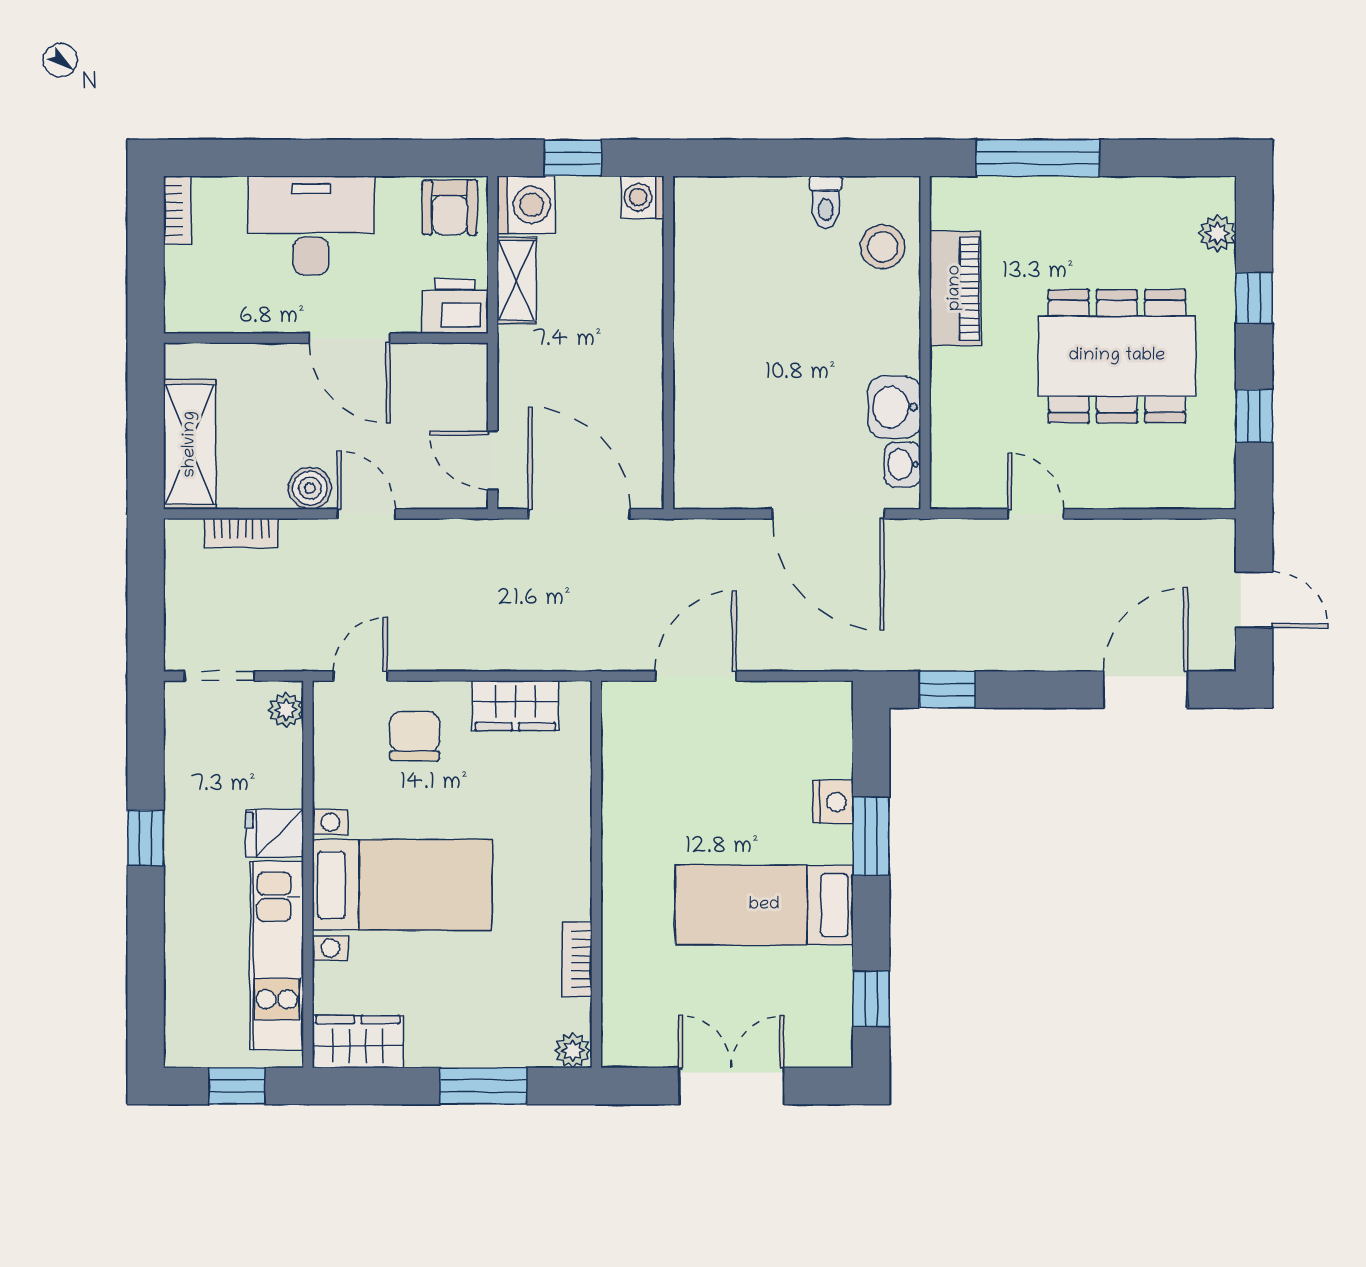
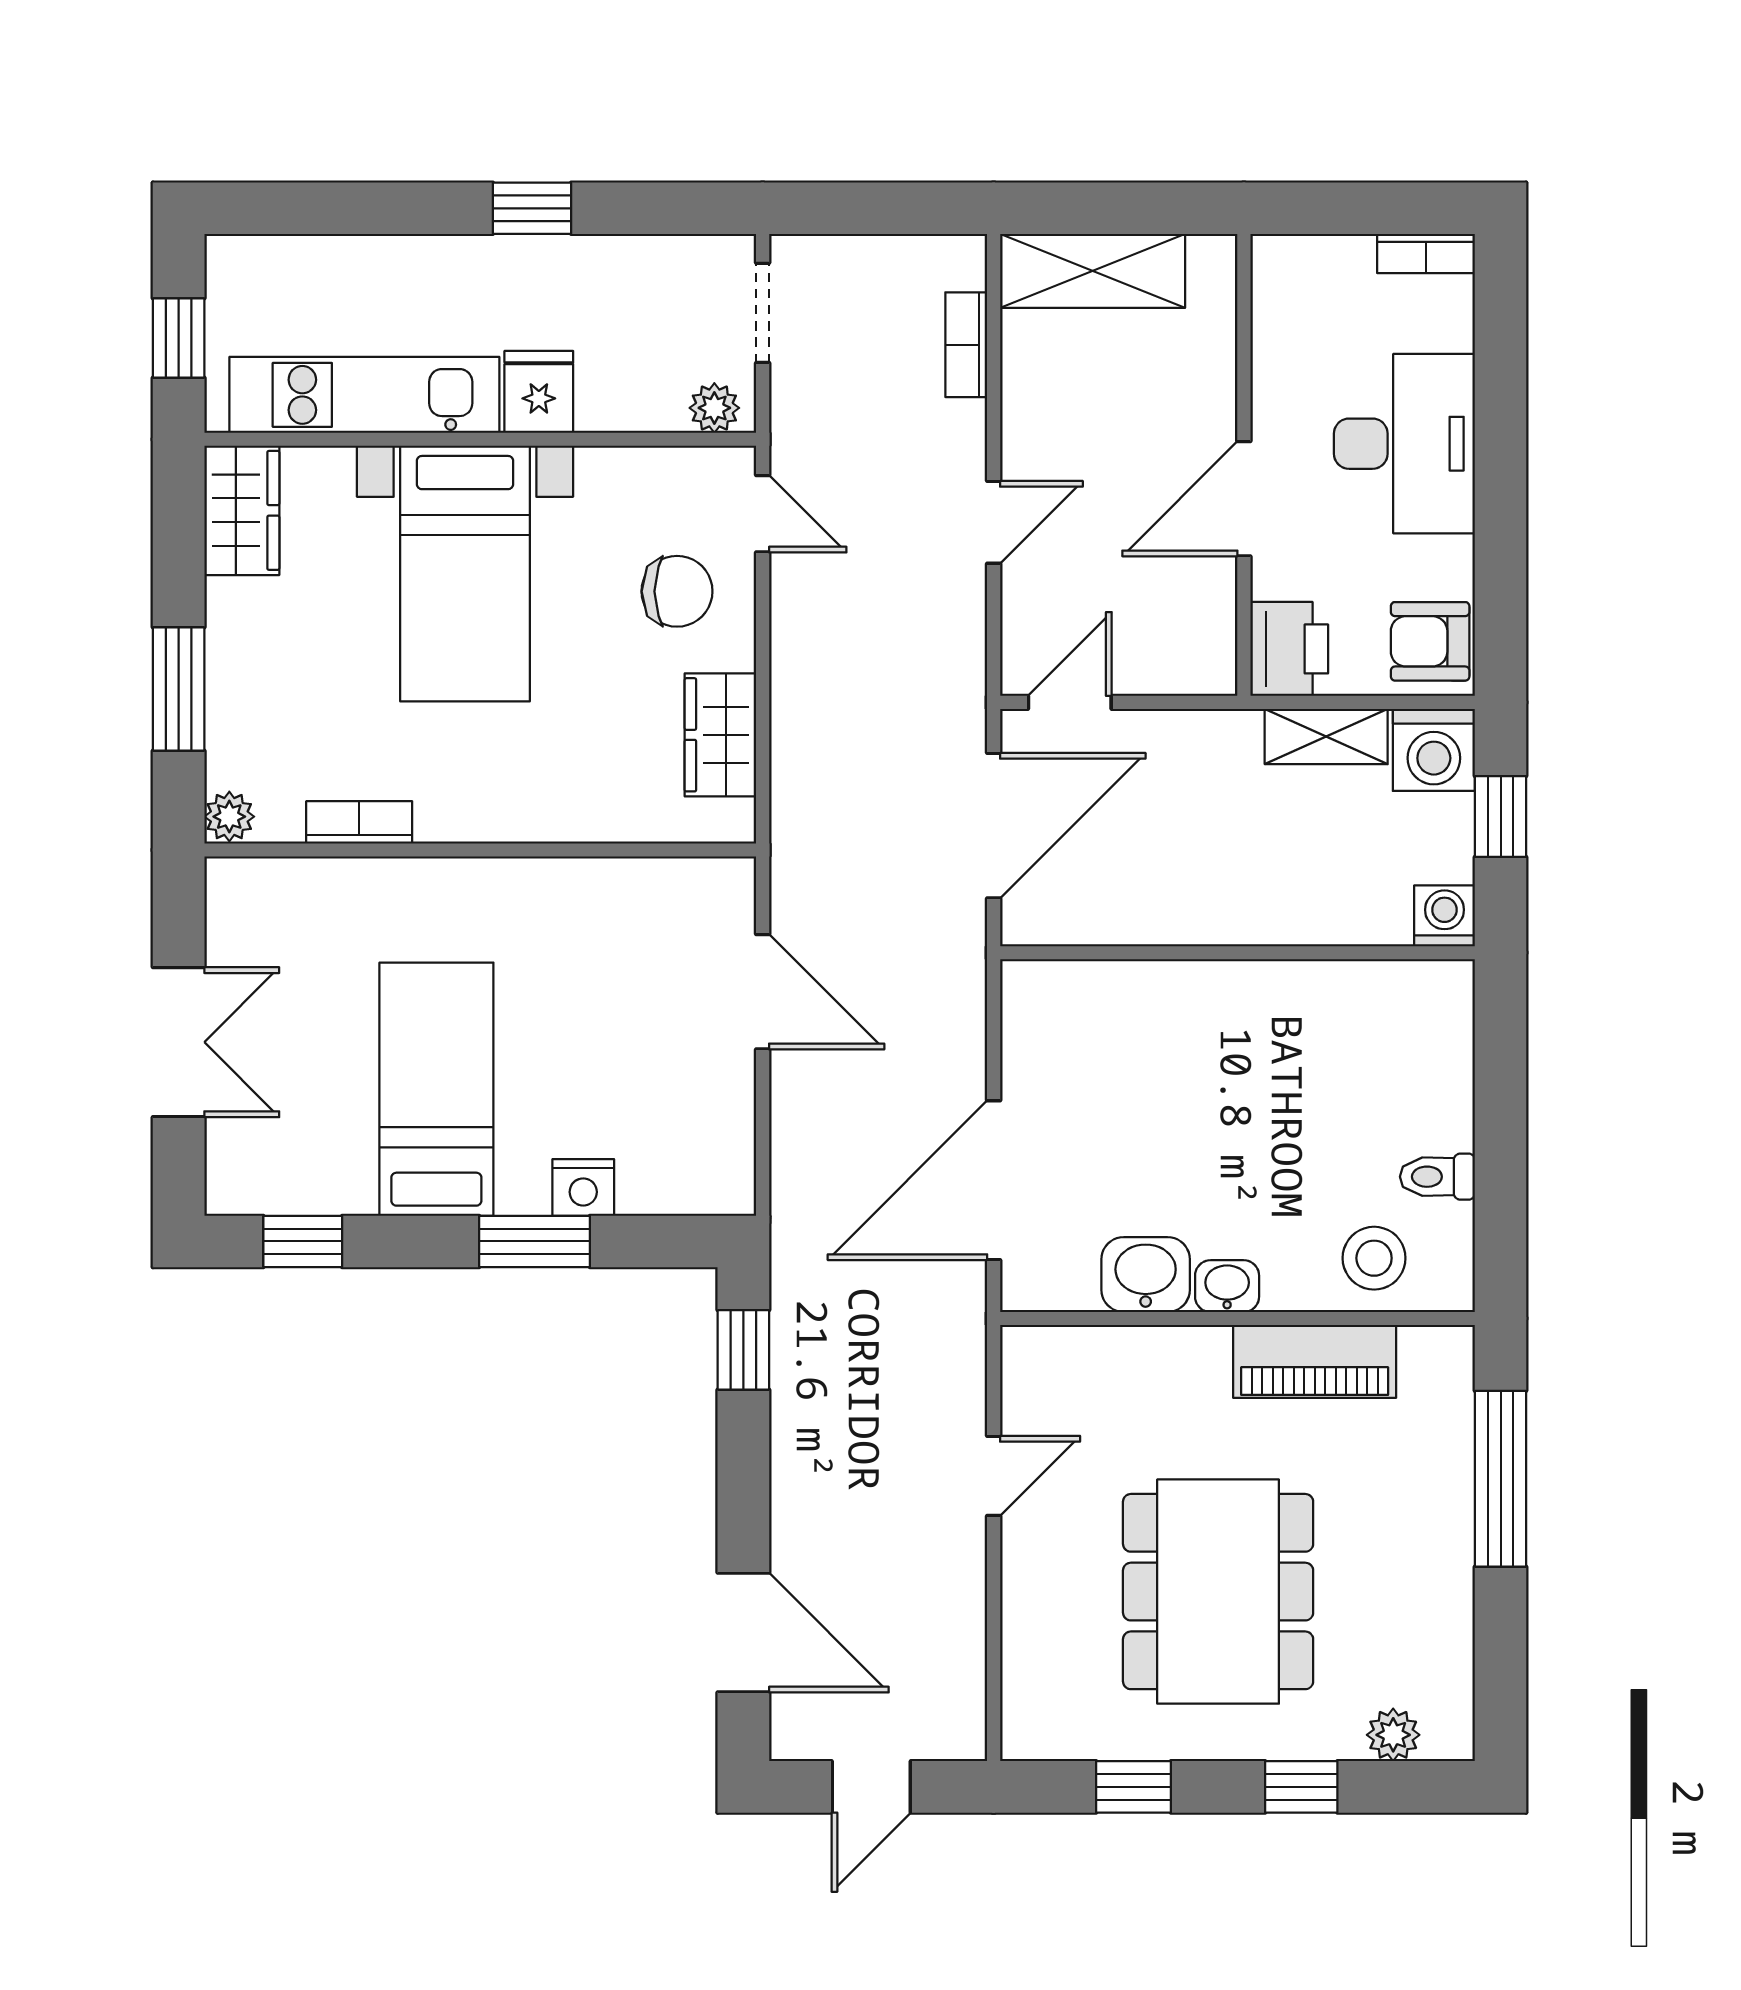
washbasin: (902, 464) -> (1227, 1286), moved
boiler: (310, 488) -> (1030, 442), removed

